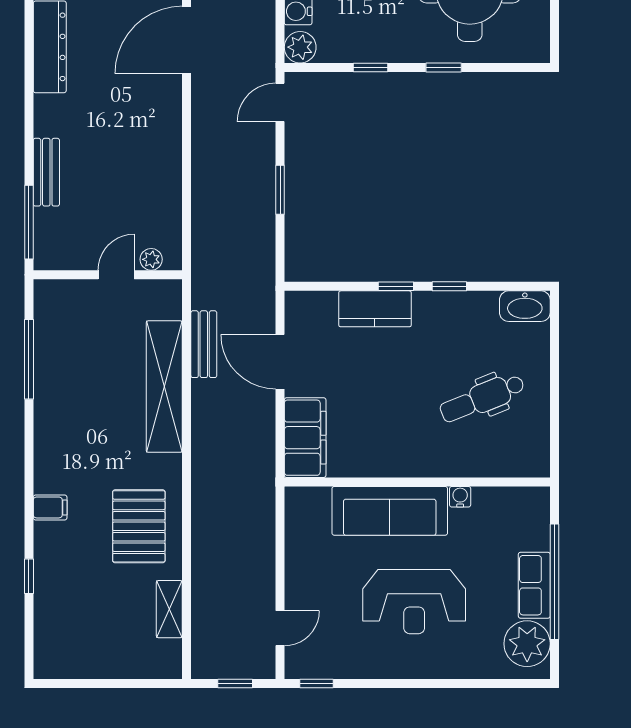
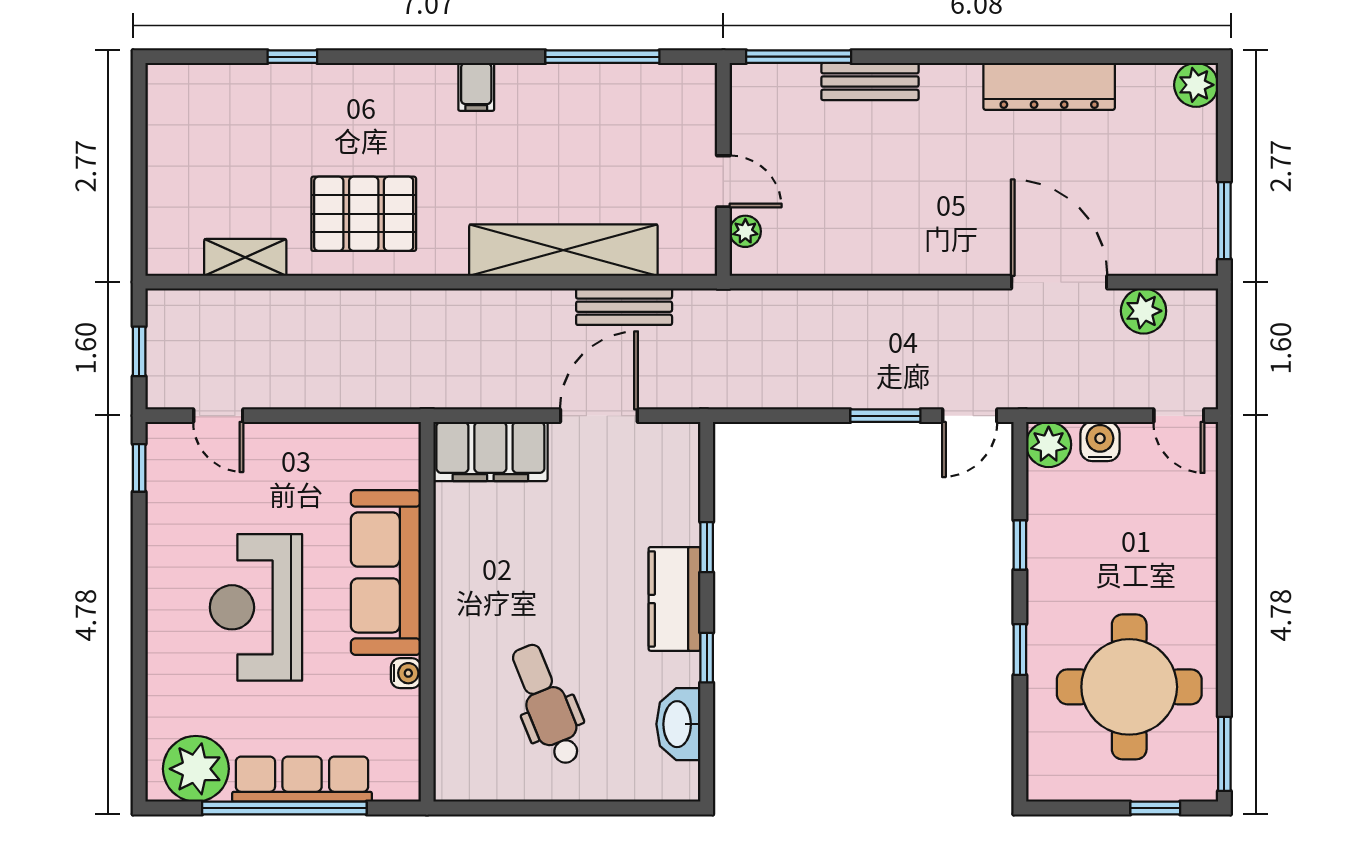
door: (280, 102) -> (970, 416), swing flipped
window: (280, 190) -> (885, 416), moved
window: (396, 286) -> (707, 547), moved
washbasin: (525, 306) -> (678, 724), moved
kitchen counter: (375, 309) -> (675, 599), moved
filing cabinet: (50, 507) -> (476, 87), moved
row of seats: (534, 585) -> (302, 779), width x1.48

